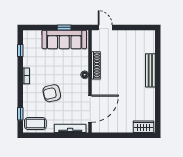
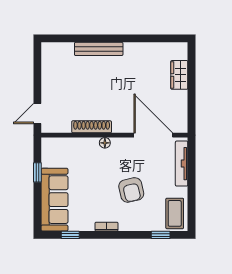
sofa: (64, 40) -> (55, 200), moved
wardrobe: (143, 127) -> (179, 75), moved

